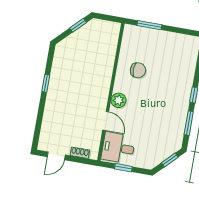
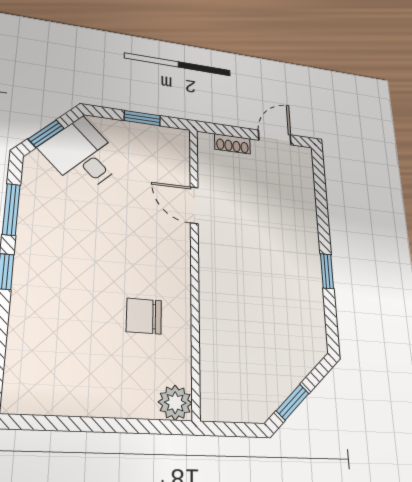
window: (149, 25) -> (134, 426), removed
plant: (118, 100) -> (175, 403), moved
desk: (118, 148) -> (82, 155), moved, turned -135

